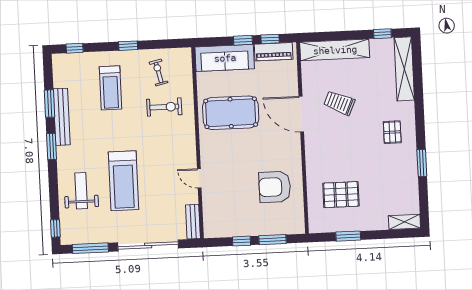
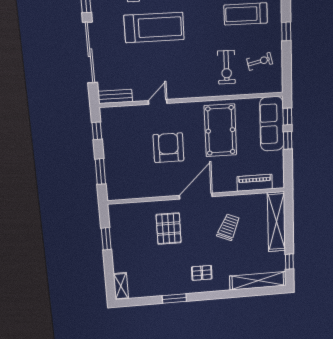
window: (270, 39) -> (287, 116), moved
piano: (274, 52) -> (255, 183), moved, turned 90
door: (301, 114) -> (196, 196), moved
treadmill: (124, 181) -> (154, 27), turned 180
armchair: (275, 187) -> (168, 148), moved
pallet: (341, 195) -> (169, 229), moved
window: (241, 241) -> (97, 131), moved

